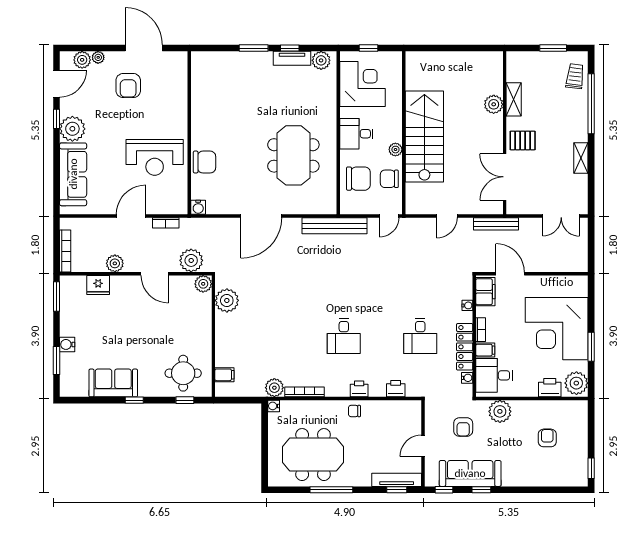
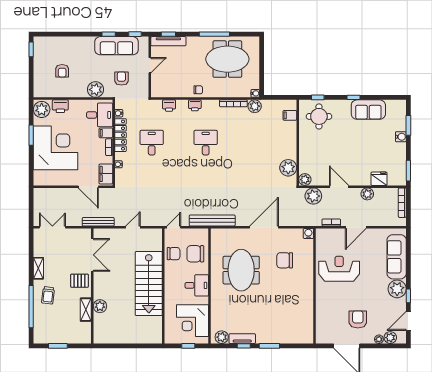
trolley: (575, 76) -> (48, 295), moved
plant: (395, 150) -> (169, 274), removed
chair: (204, 162) -> (285, 260), moved

